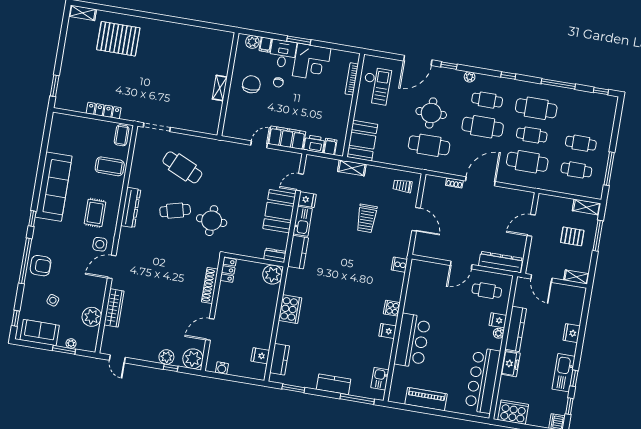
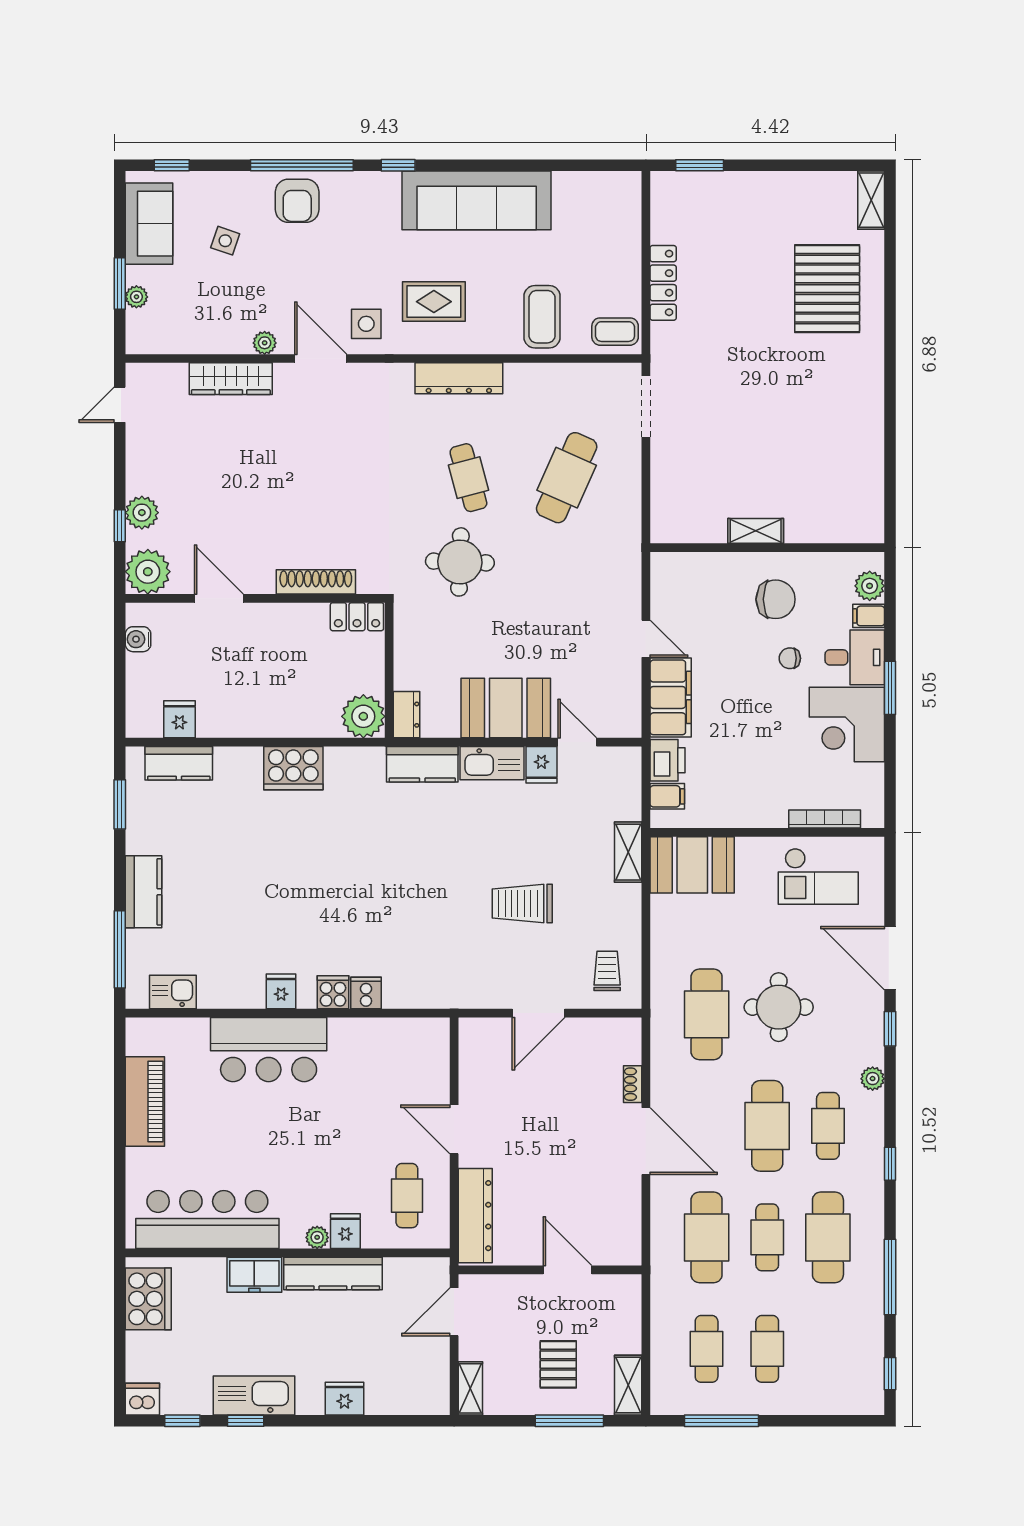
cooker: (399, 265) -> (366, 993), moved
plant: (92, 317) -> (265, 343), moved, width x0.53, depth x0.53

